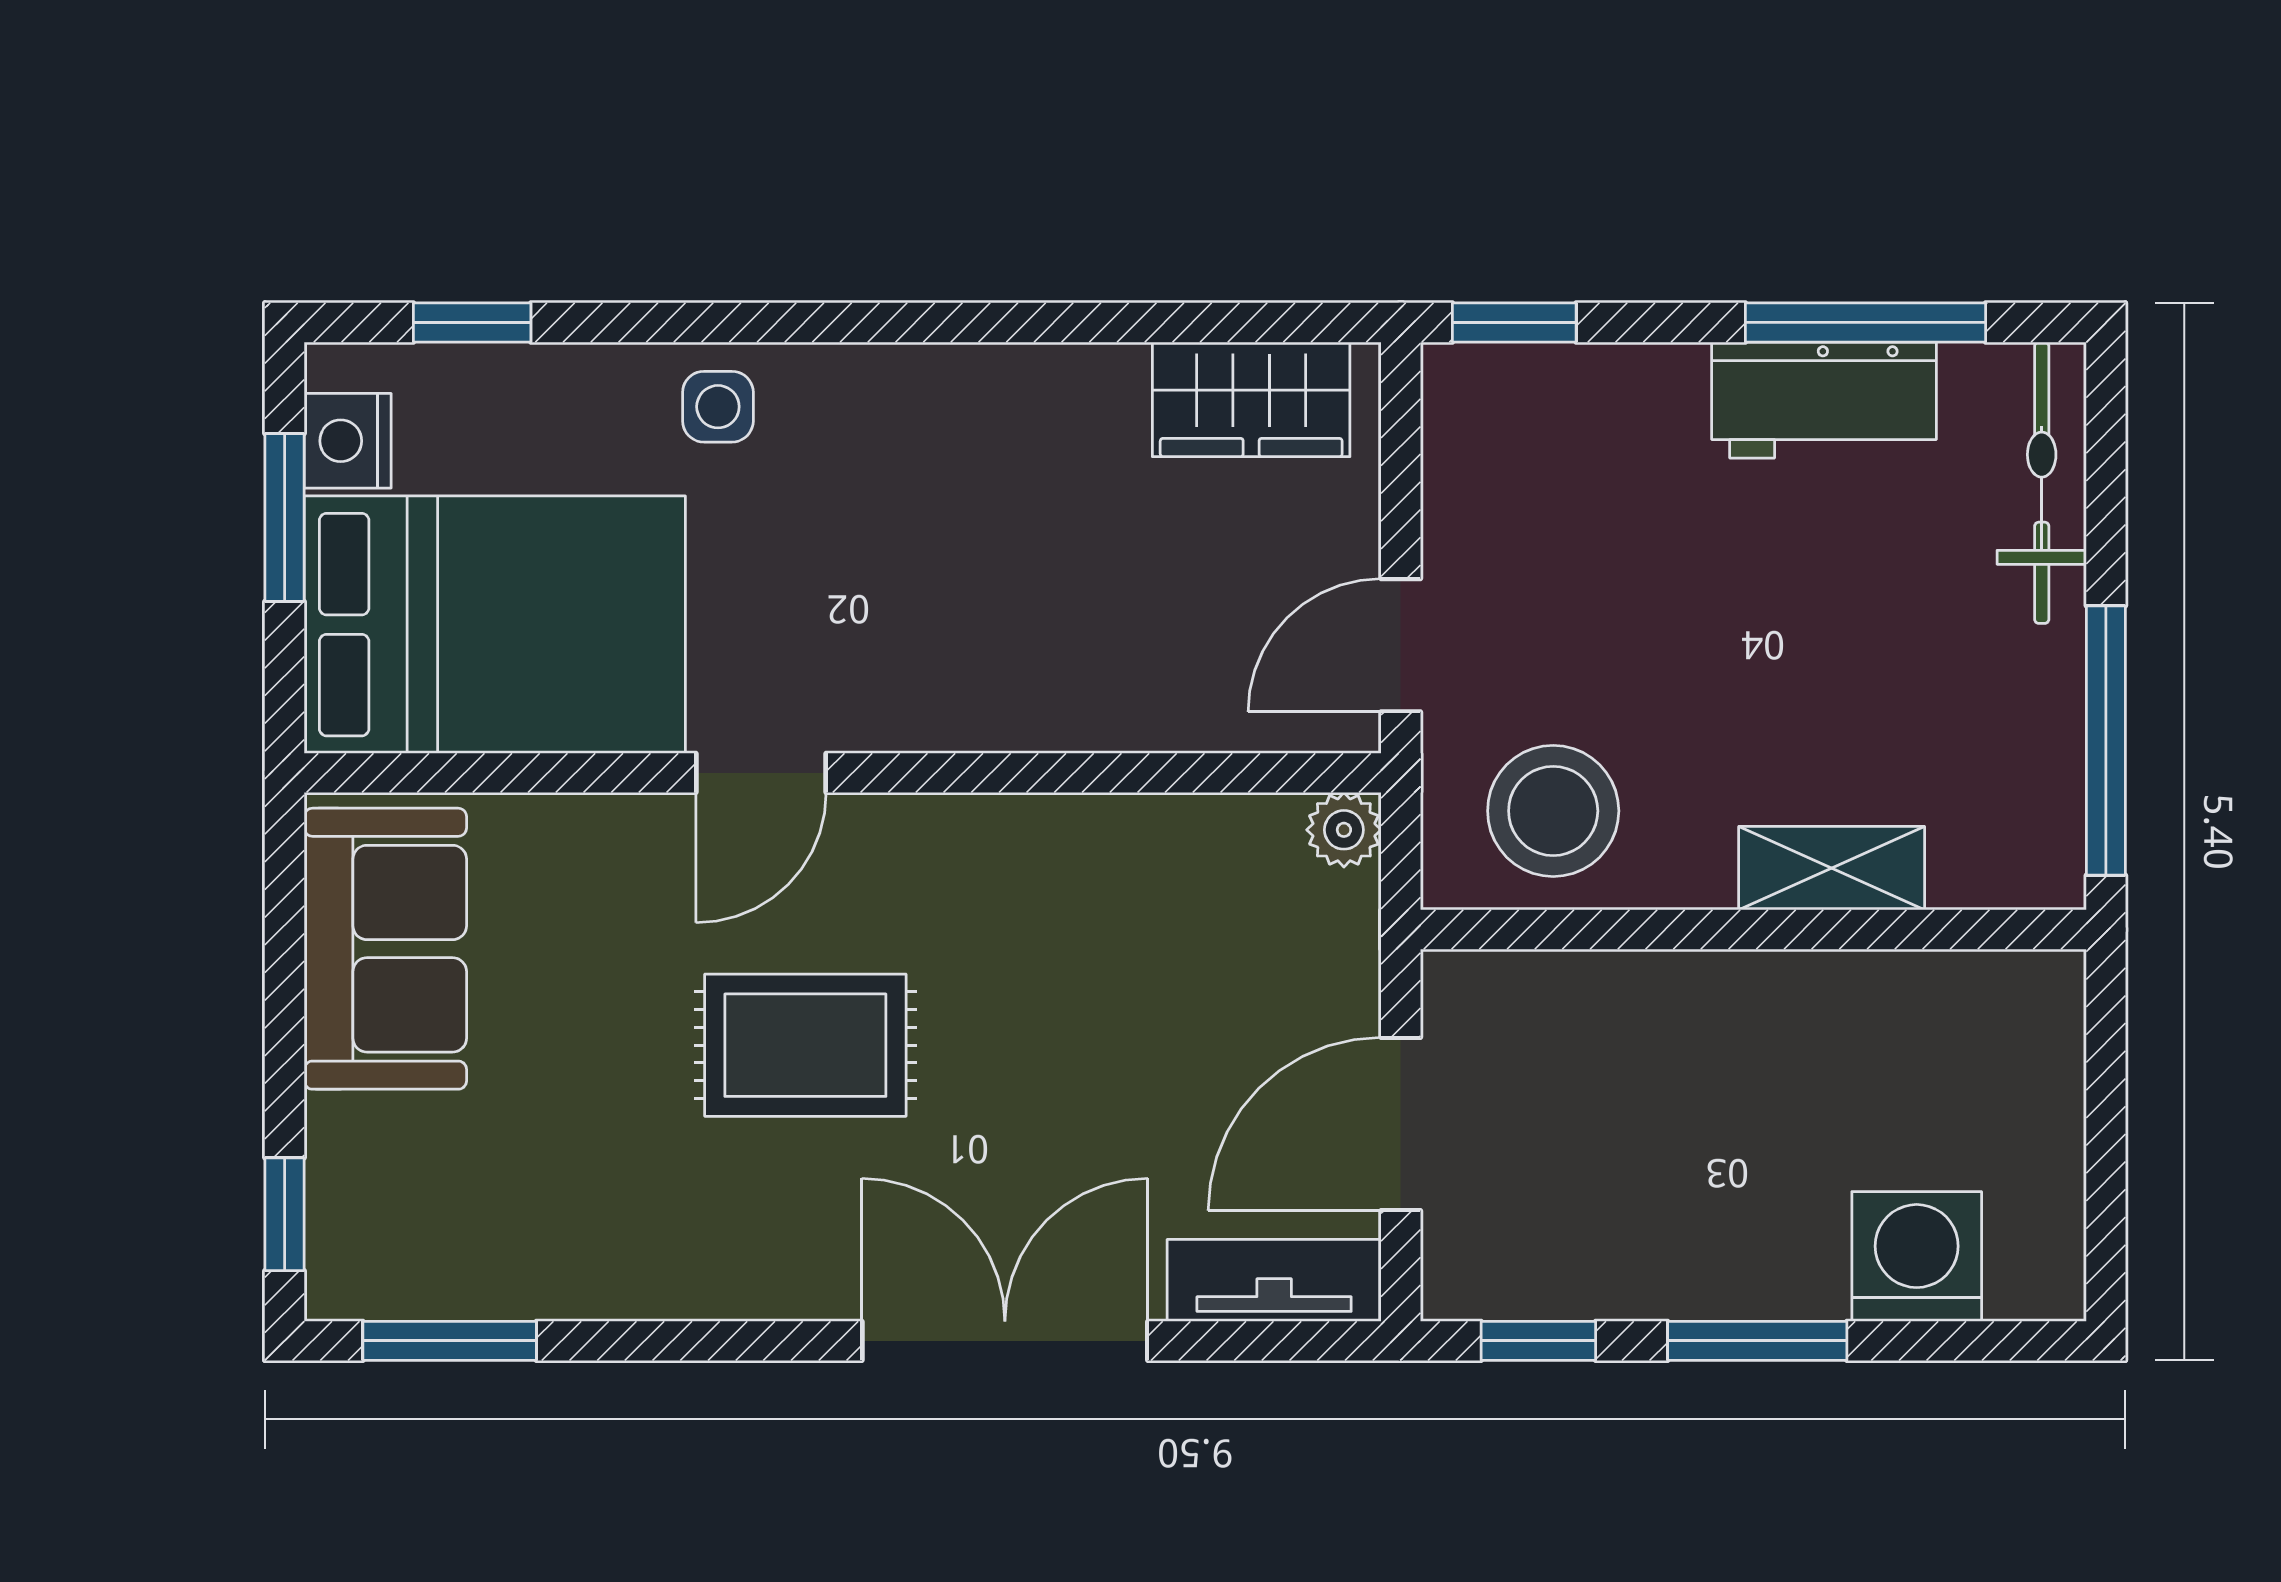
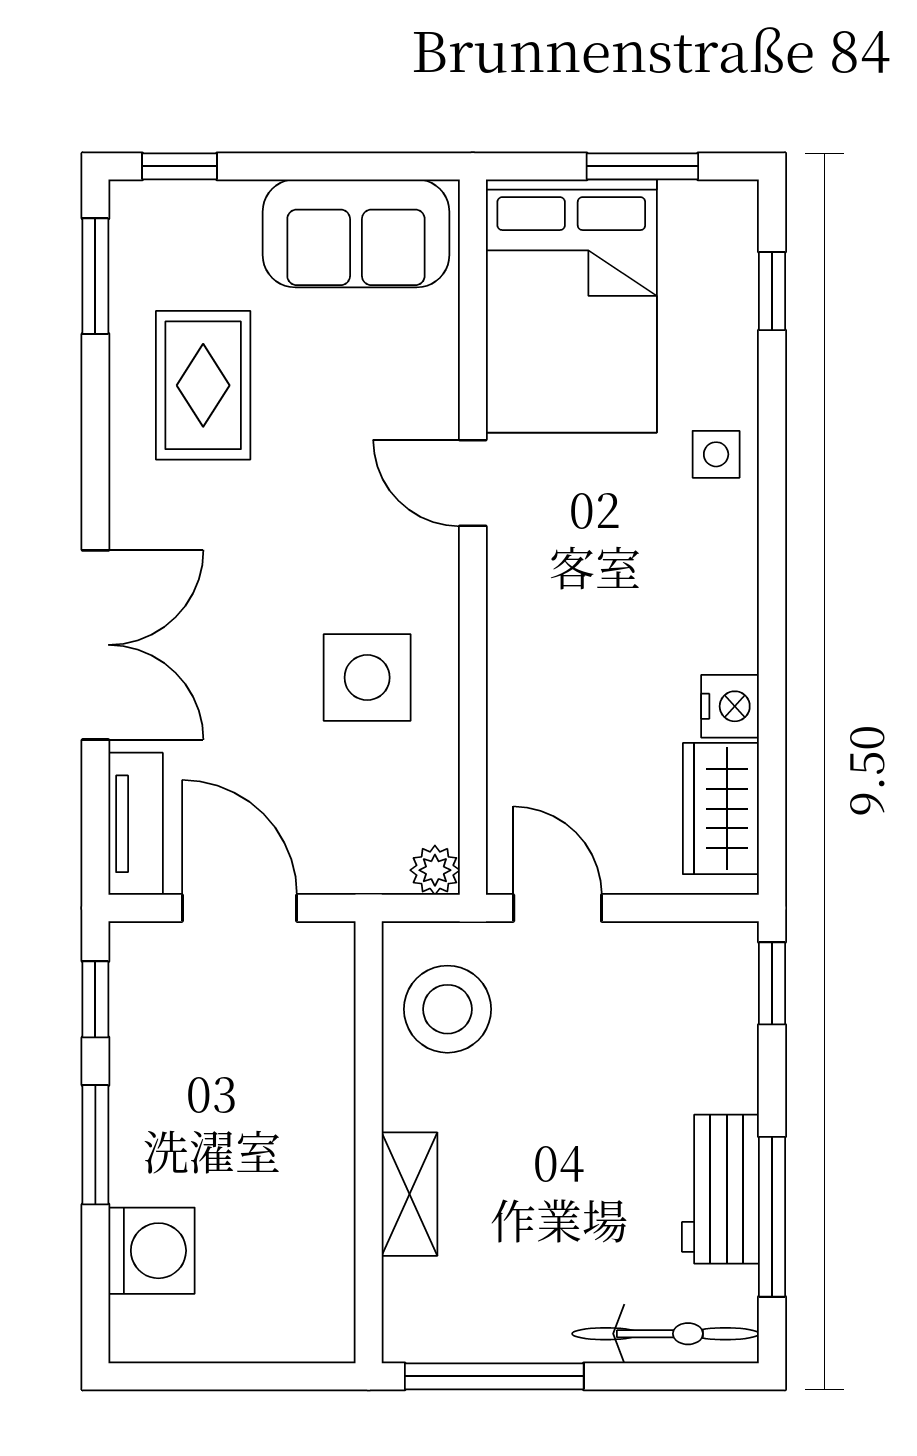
nightstand: (348, 441) -> (730, 706), moved, turned 90
side table: (1054, 932) -> (367, 678), added
rug: (805, 1045) -> (203, 385), moved

